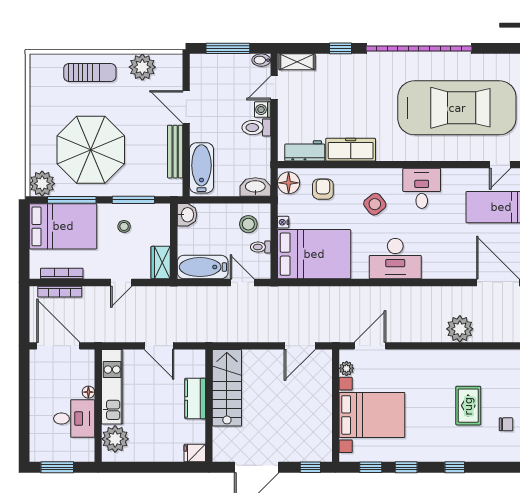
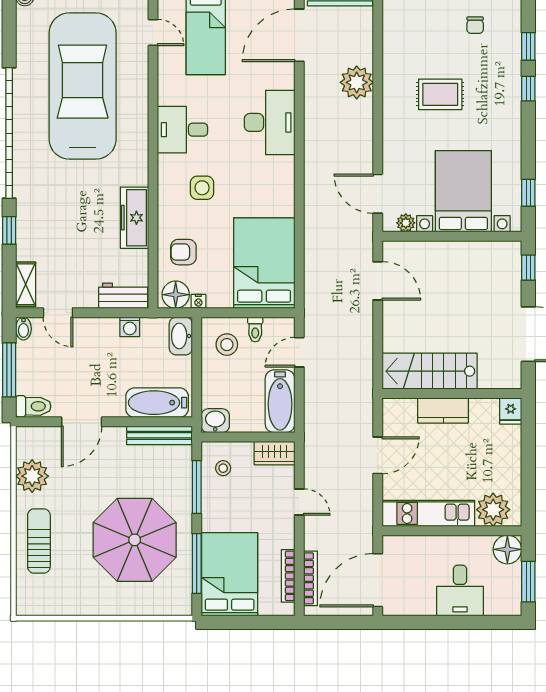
washing machine: (263, 110) -> (130, 327), moved
toilet: (256, 128) -> (33, 406), moved, turned -90
workbench: (305, 151) -> (123, 296), moved, turned 90
bench: (175, 152) -> (159, 435), moved
plant: (42, 184) -> (177, 600), removed
side table: (375, 204) -> (202, 188), turned 38
nightstand: (283, 222) -> (198, 301), moved
stool: (124, 226) -> (223, 468), moved
desk: (395, 259) -> (270, 122), moved
floor lamp: (88, 392) -> (507, 549), moved, width x1.89, depth x1.89
rug: (468, 406) -> (440, 94), moved
desk: (74, 419) -> (460, 591), moved, turned 180
chair: (506, 424) -> (475, 25), turned 180
window: (406, 467) -> (528, 46), moved

